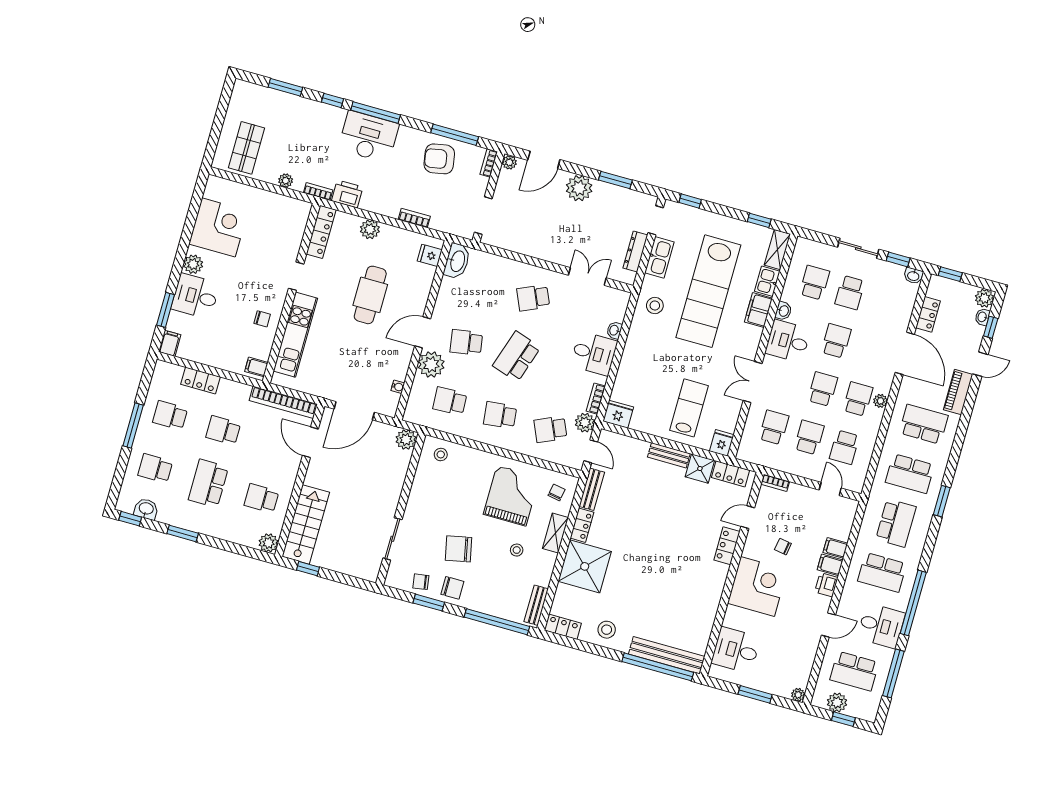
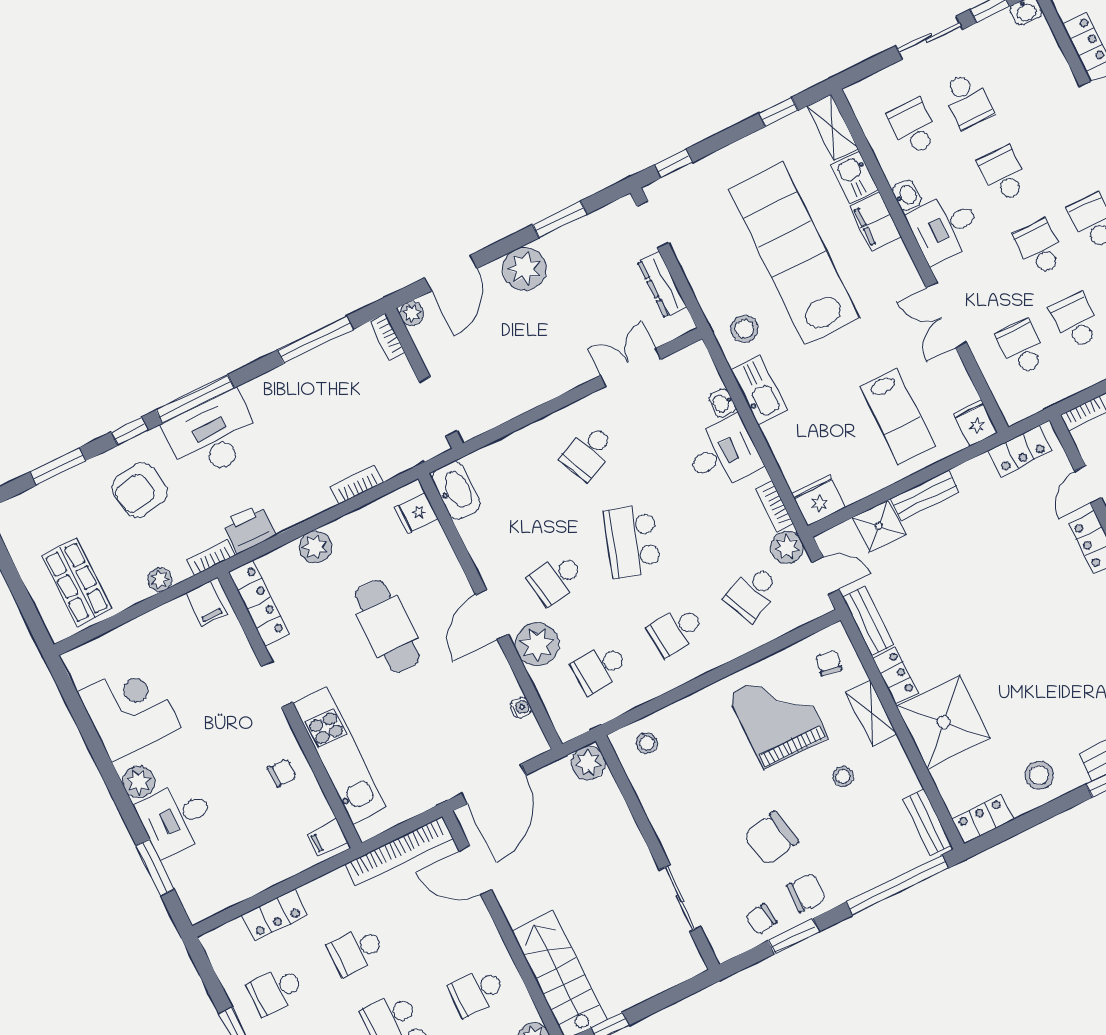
armchair: (439, 159) -> (140, 490), moved
kitchen sink: (659, 257) -> (759, 390), moved
lab bench: (708, 291) -> (794, 253), turned 180
filing cabinet: (170, 343) -> (206, 603), moved, turned 180
lab bench: (689, 408) -> (898, 416), turned 180
shower: (700, 469) -> (879, 526), moved

